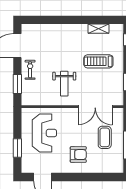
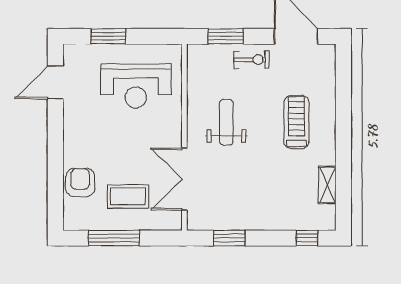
treadmill: (98, 61) -> (296, 122), moved
weight bench: (64, 84) -> (226, 122), turned 90
armchair: (78, 155) -> (80, 182), moved, turned 180

